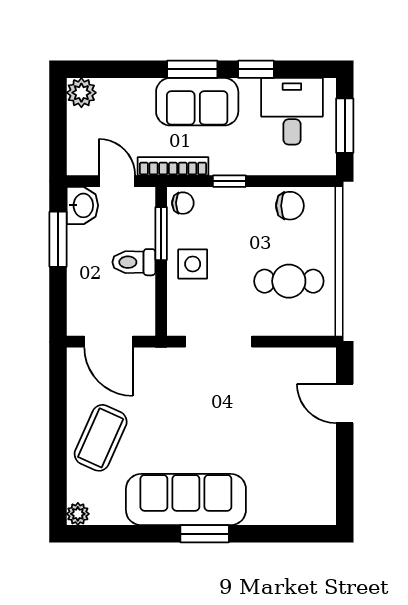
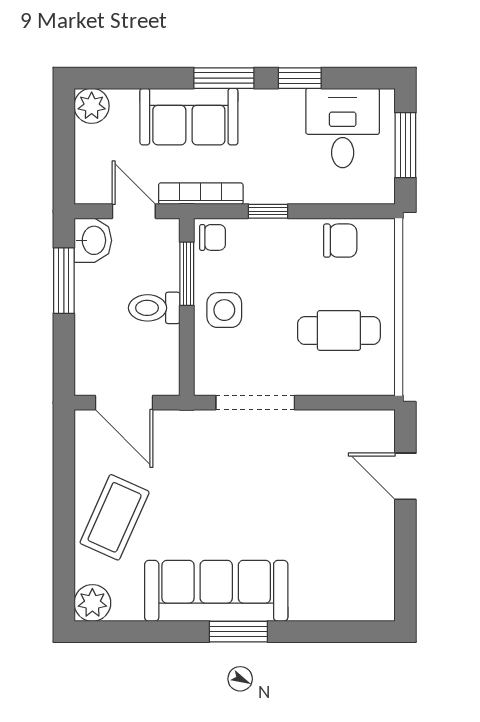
sofa: (197, 102) -> (189, 117), moved
plant: (78, 514) -> (92, 603), width x1.38, depth x1.38

